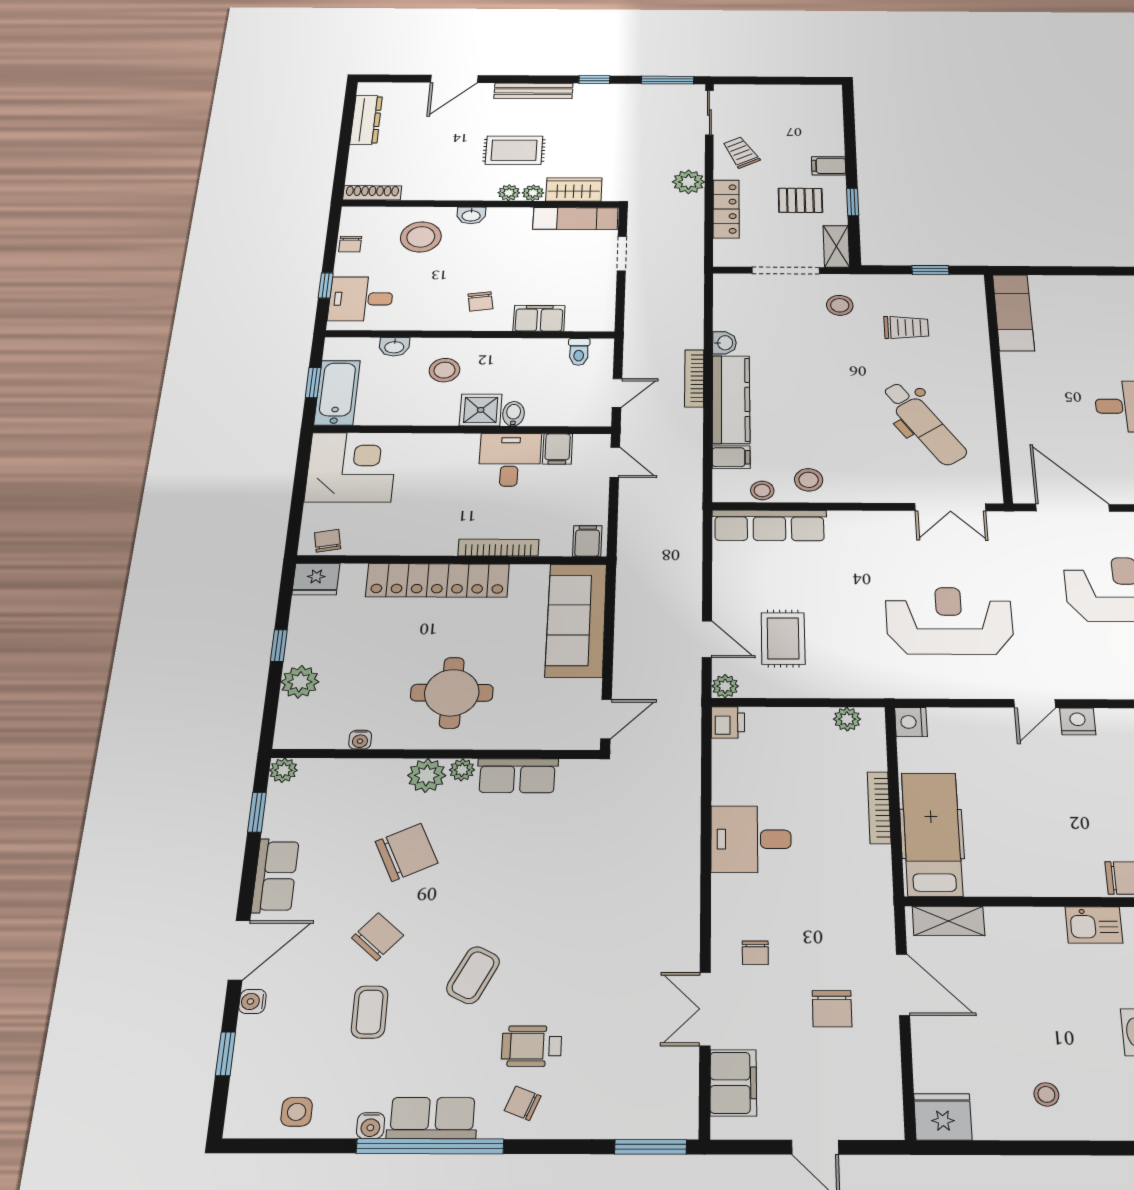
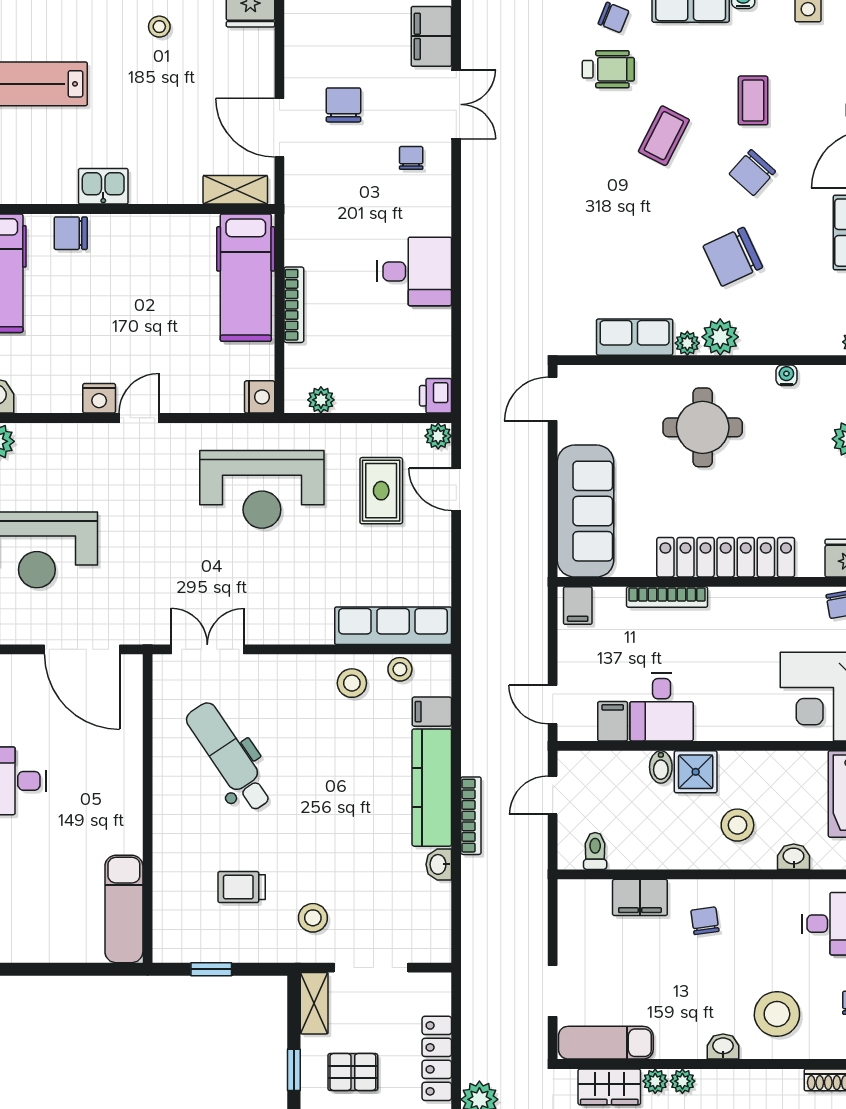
reception desk: (949, 621) -> (262, 489), moved

